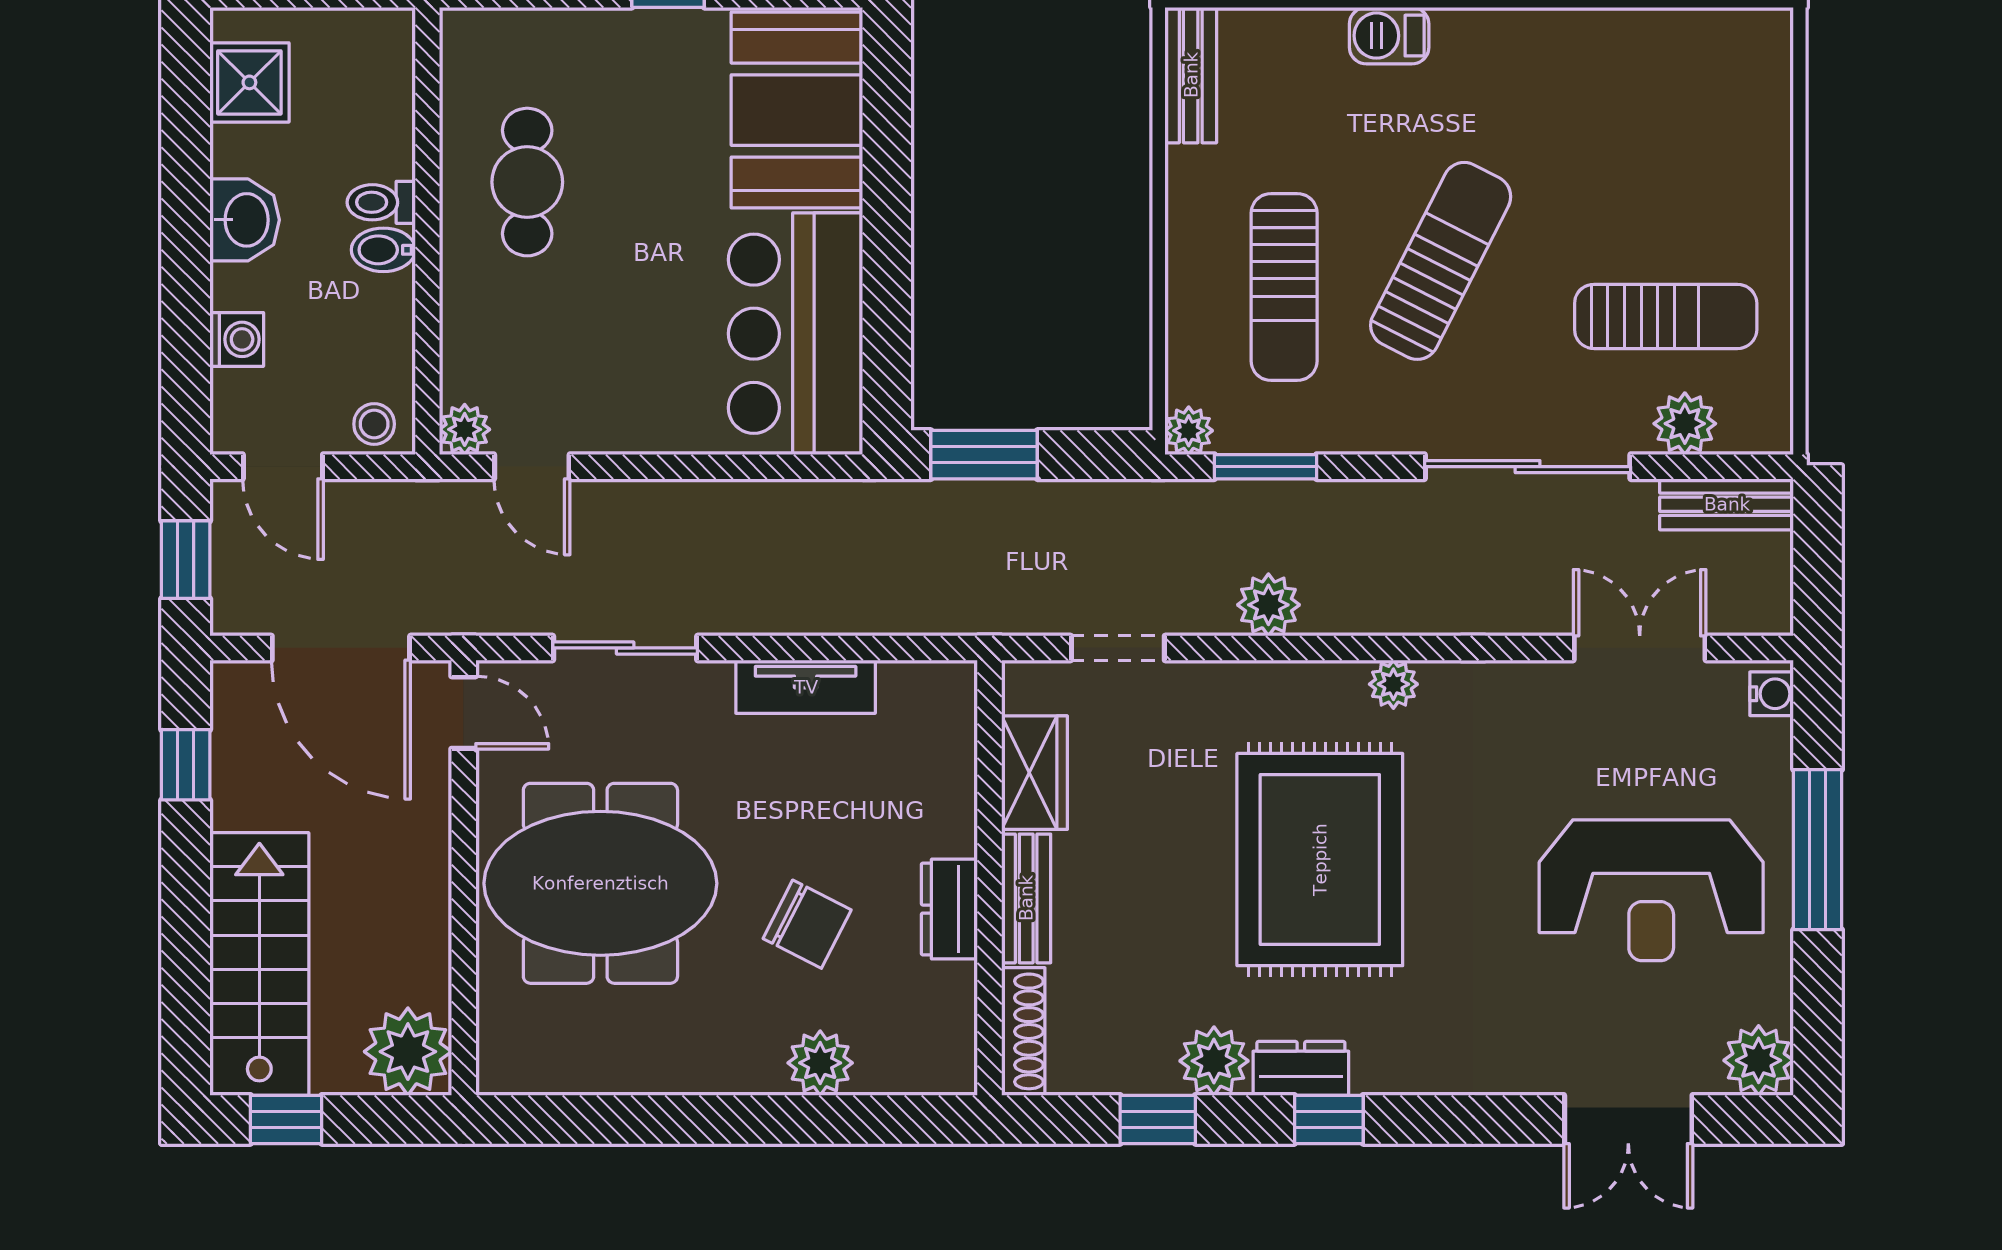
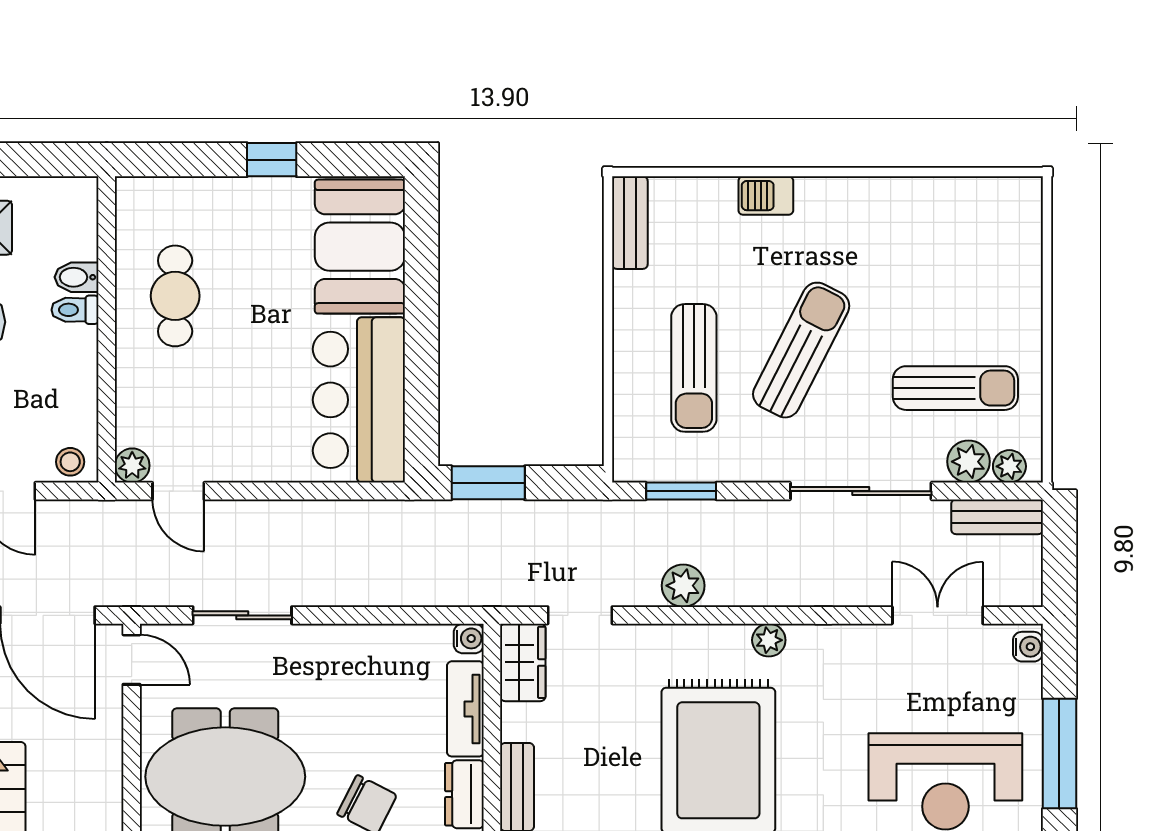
bidet: (383, 250) -> (76, 277), moved
plant: (1189, 431) -> (1009, 466), moved
water cooler: (956, 682) -> (469, 638), added
tv unit: (806, 687) -> (465, 709), moved, turned 90
wardrobe: (1034, 773) -> (523, 662), moved

